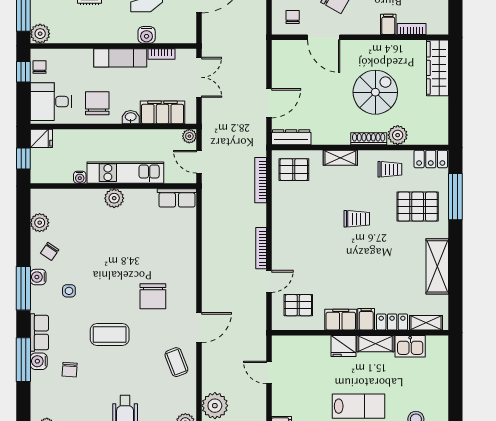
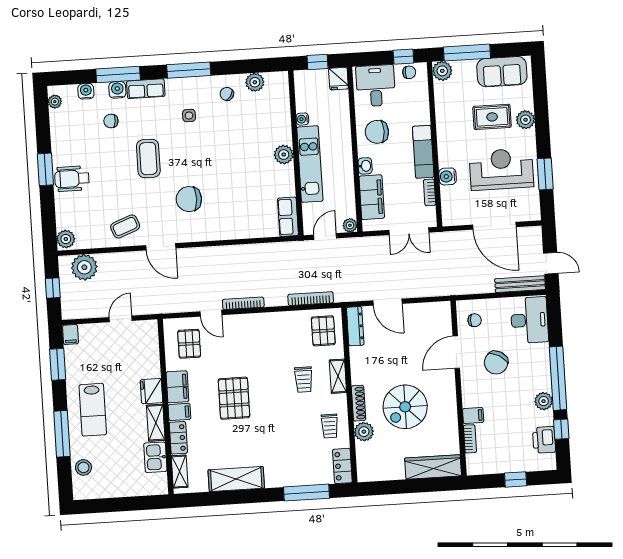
spiral stairs: (375, 92) -> (405, 407), turned 90
chair: (97, 103) -> (377, 132), turned 180
pallet: (418, 207) -> (234, 398), moved
trolley: (357, 219) -> (304, 380), moved
water cooler: (38, 277) -> (86, 91), moved

